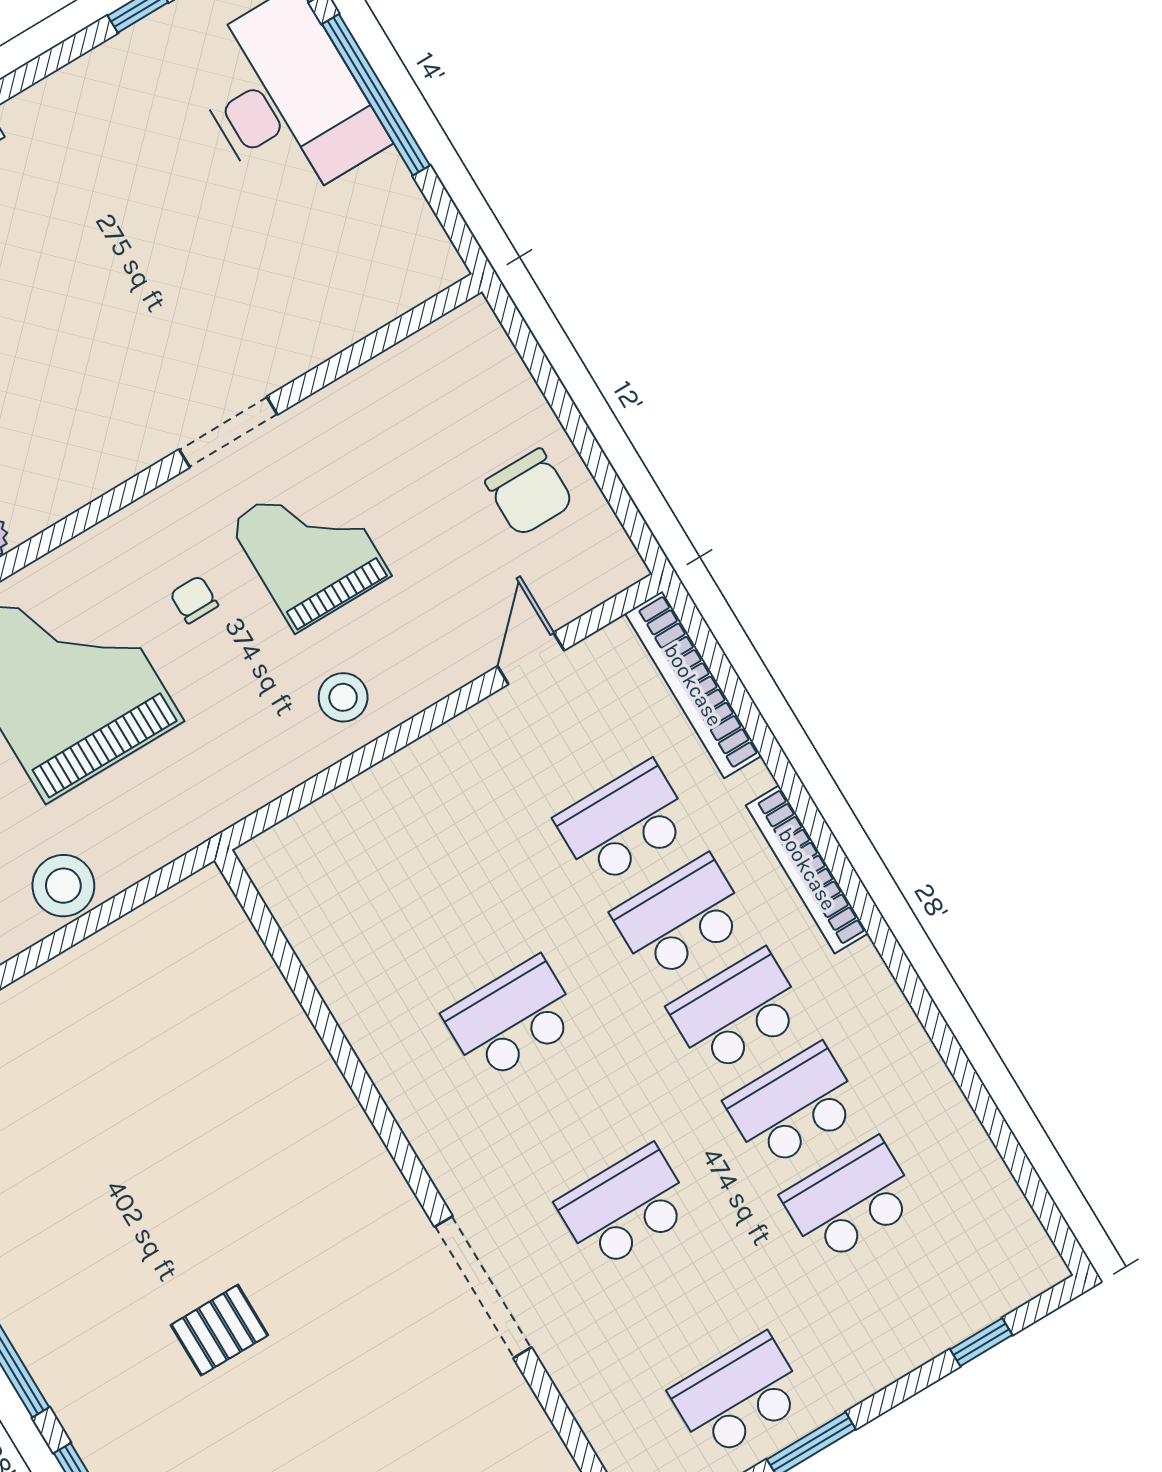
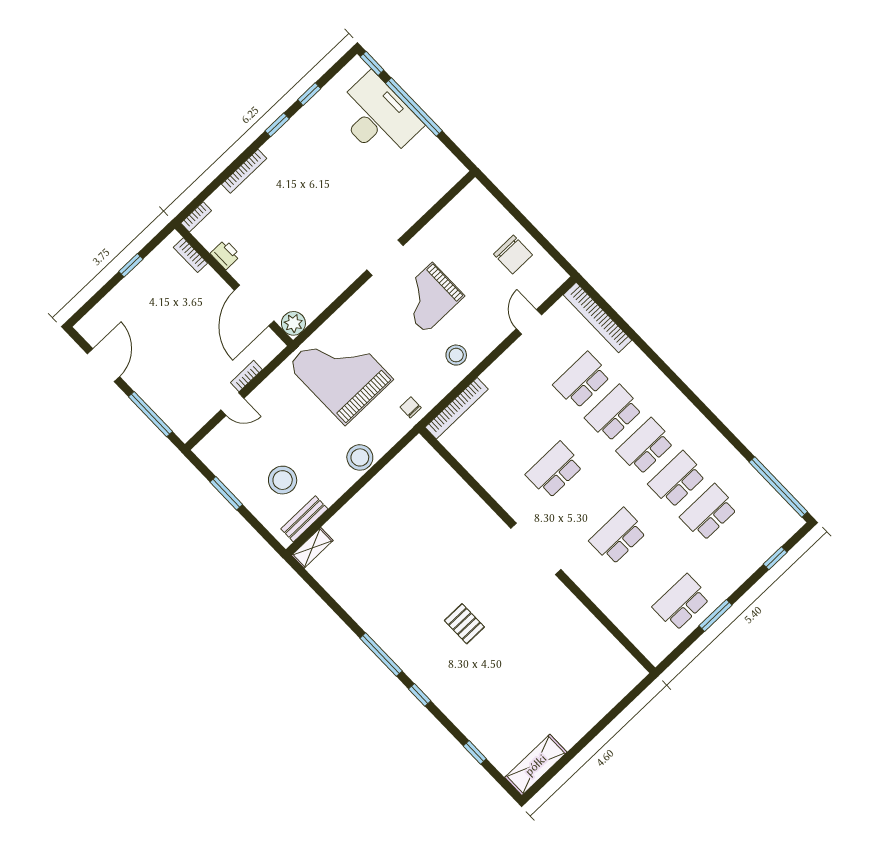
window: (47, 64) -> (277, 125), added
grand piano: (310, 549) -> (429, 298), turned -90
chair: (194, 600) -> (411, 407), moved
bookcase: (807, 869) -> (457, 408), moved, turned -90
window: (1026, 1177) -> (778, 487), added
doorway: (483, 1287) -> (536, 549), moved
pallet: (219, 1330) -> (464, 624), turned 90

